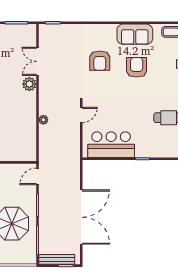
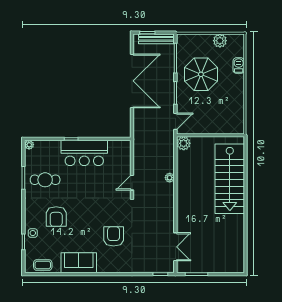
double door: (37, 61) -> (175, 247), moved
armchair: (137, 67) -> (56, 217), moved
plant: (29, 84) -> (184, 143), moved
bar counter: (111, 145) -> (84, 153), moved
double door: (81, 217) -> (132, 81), swing flipped

